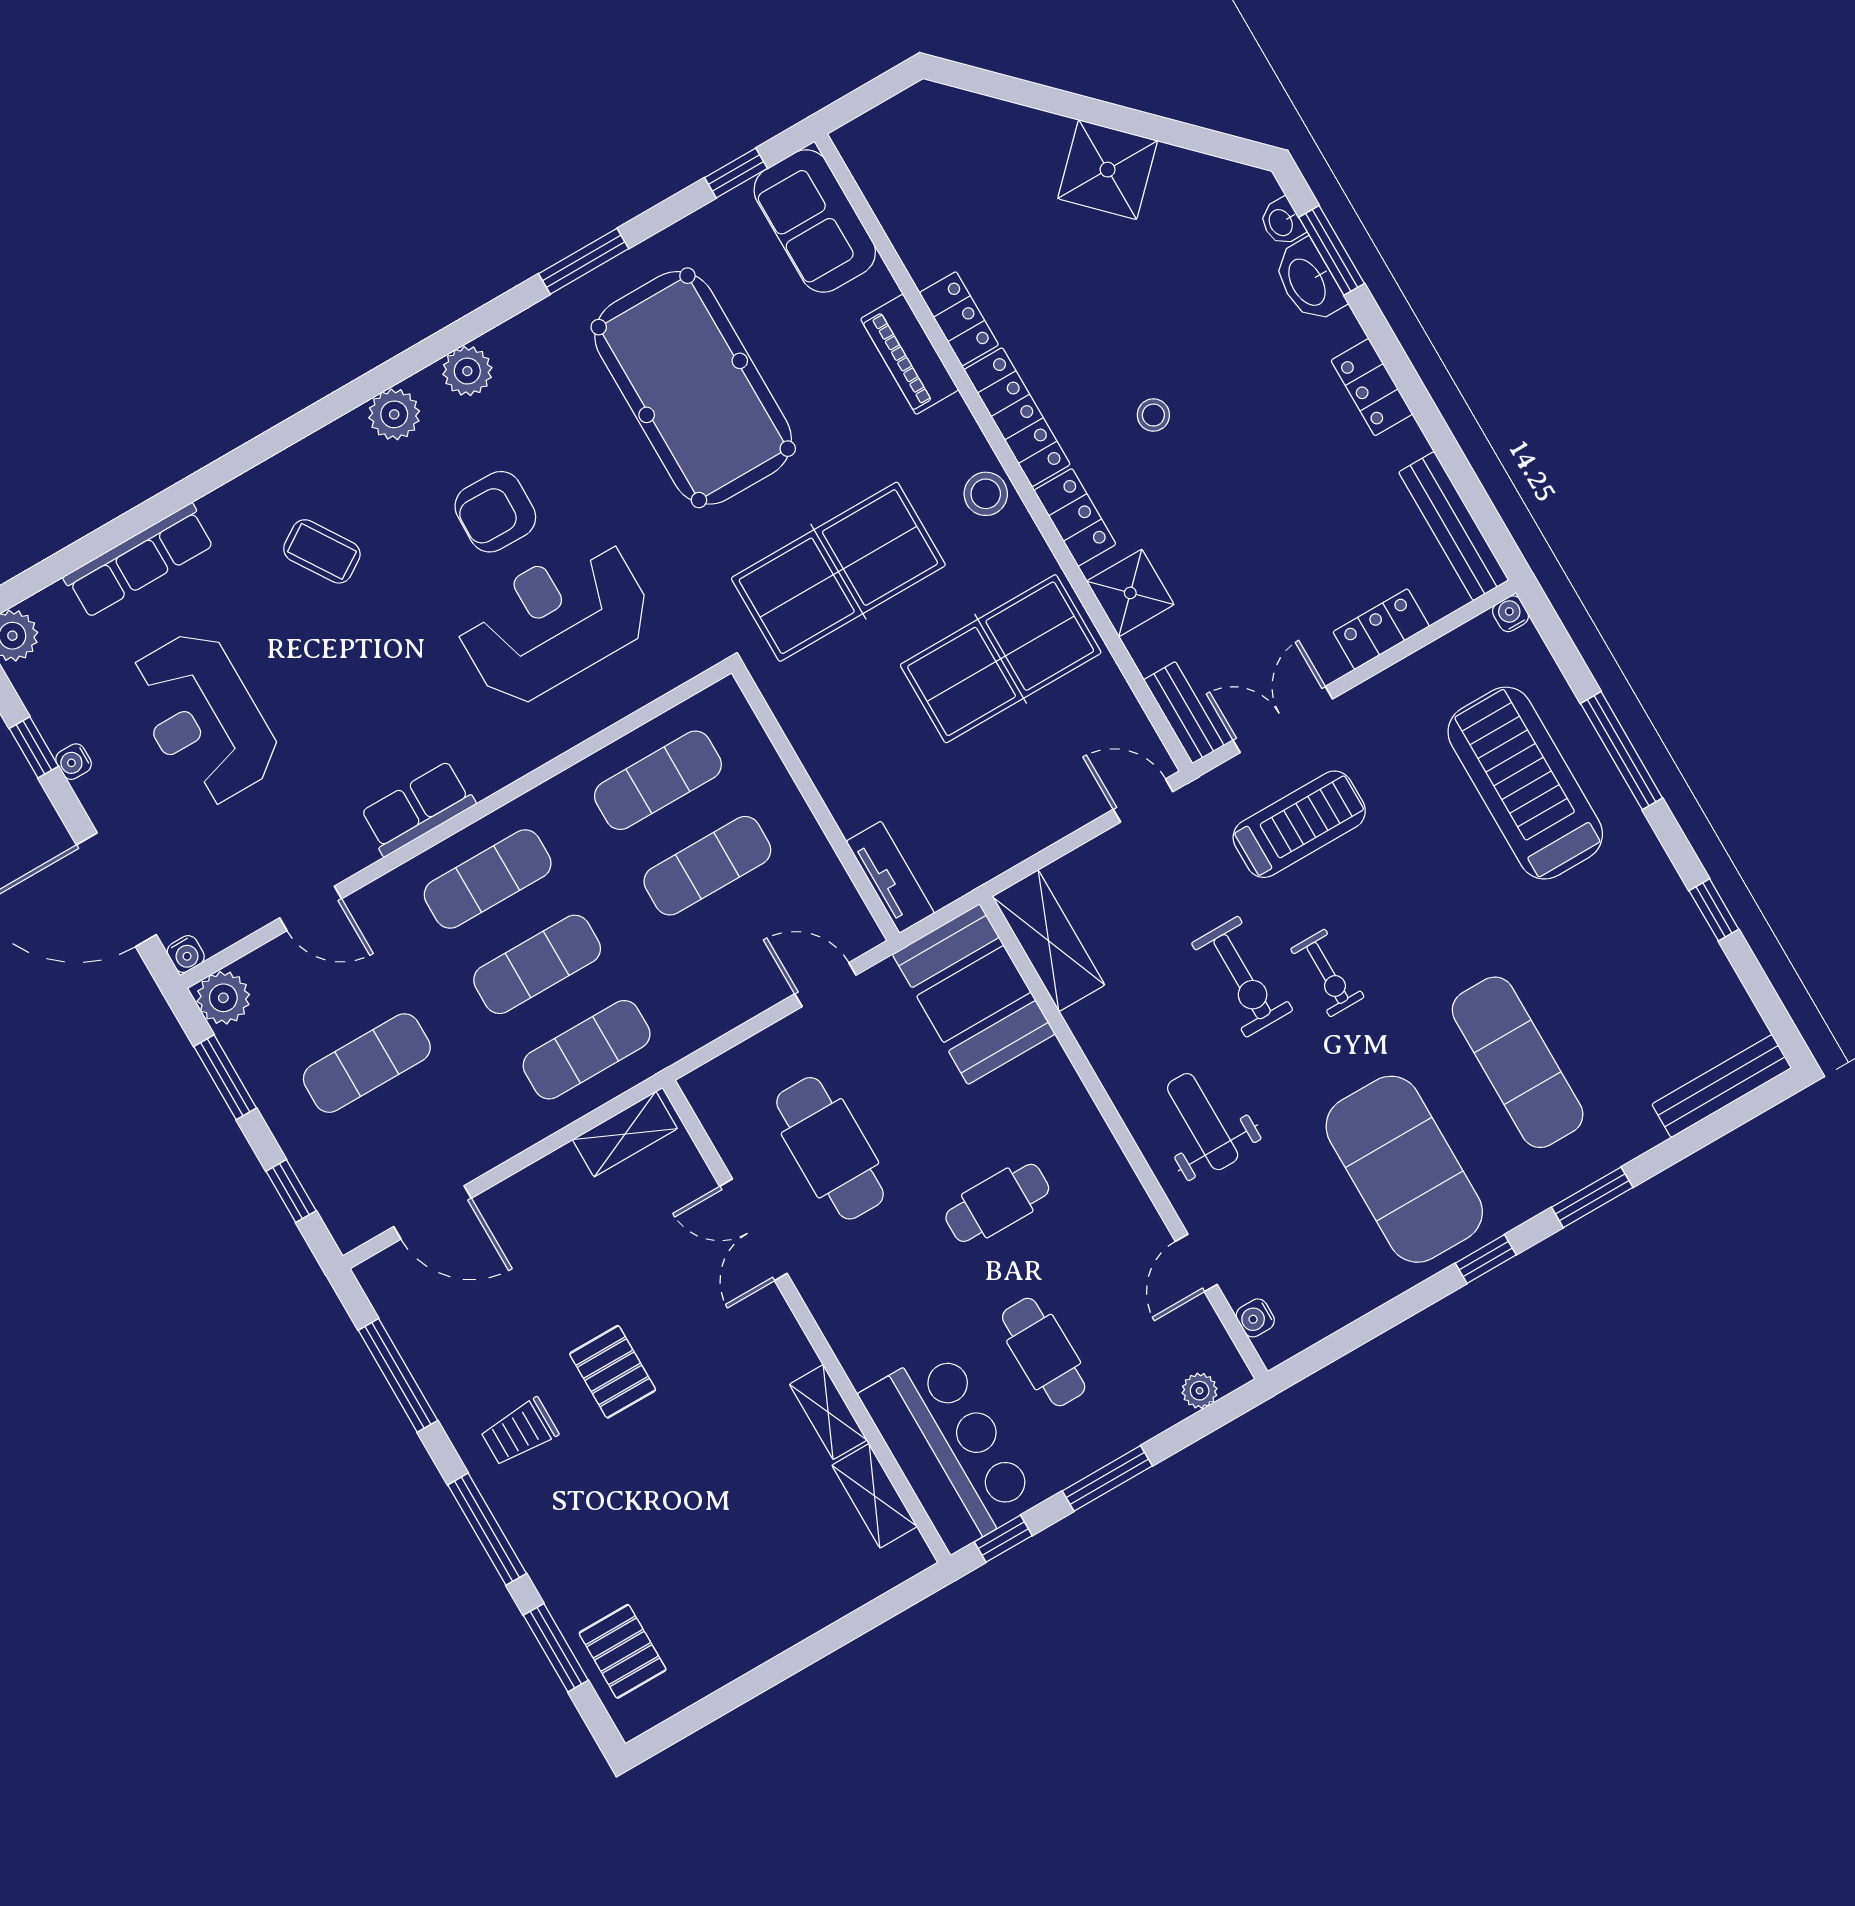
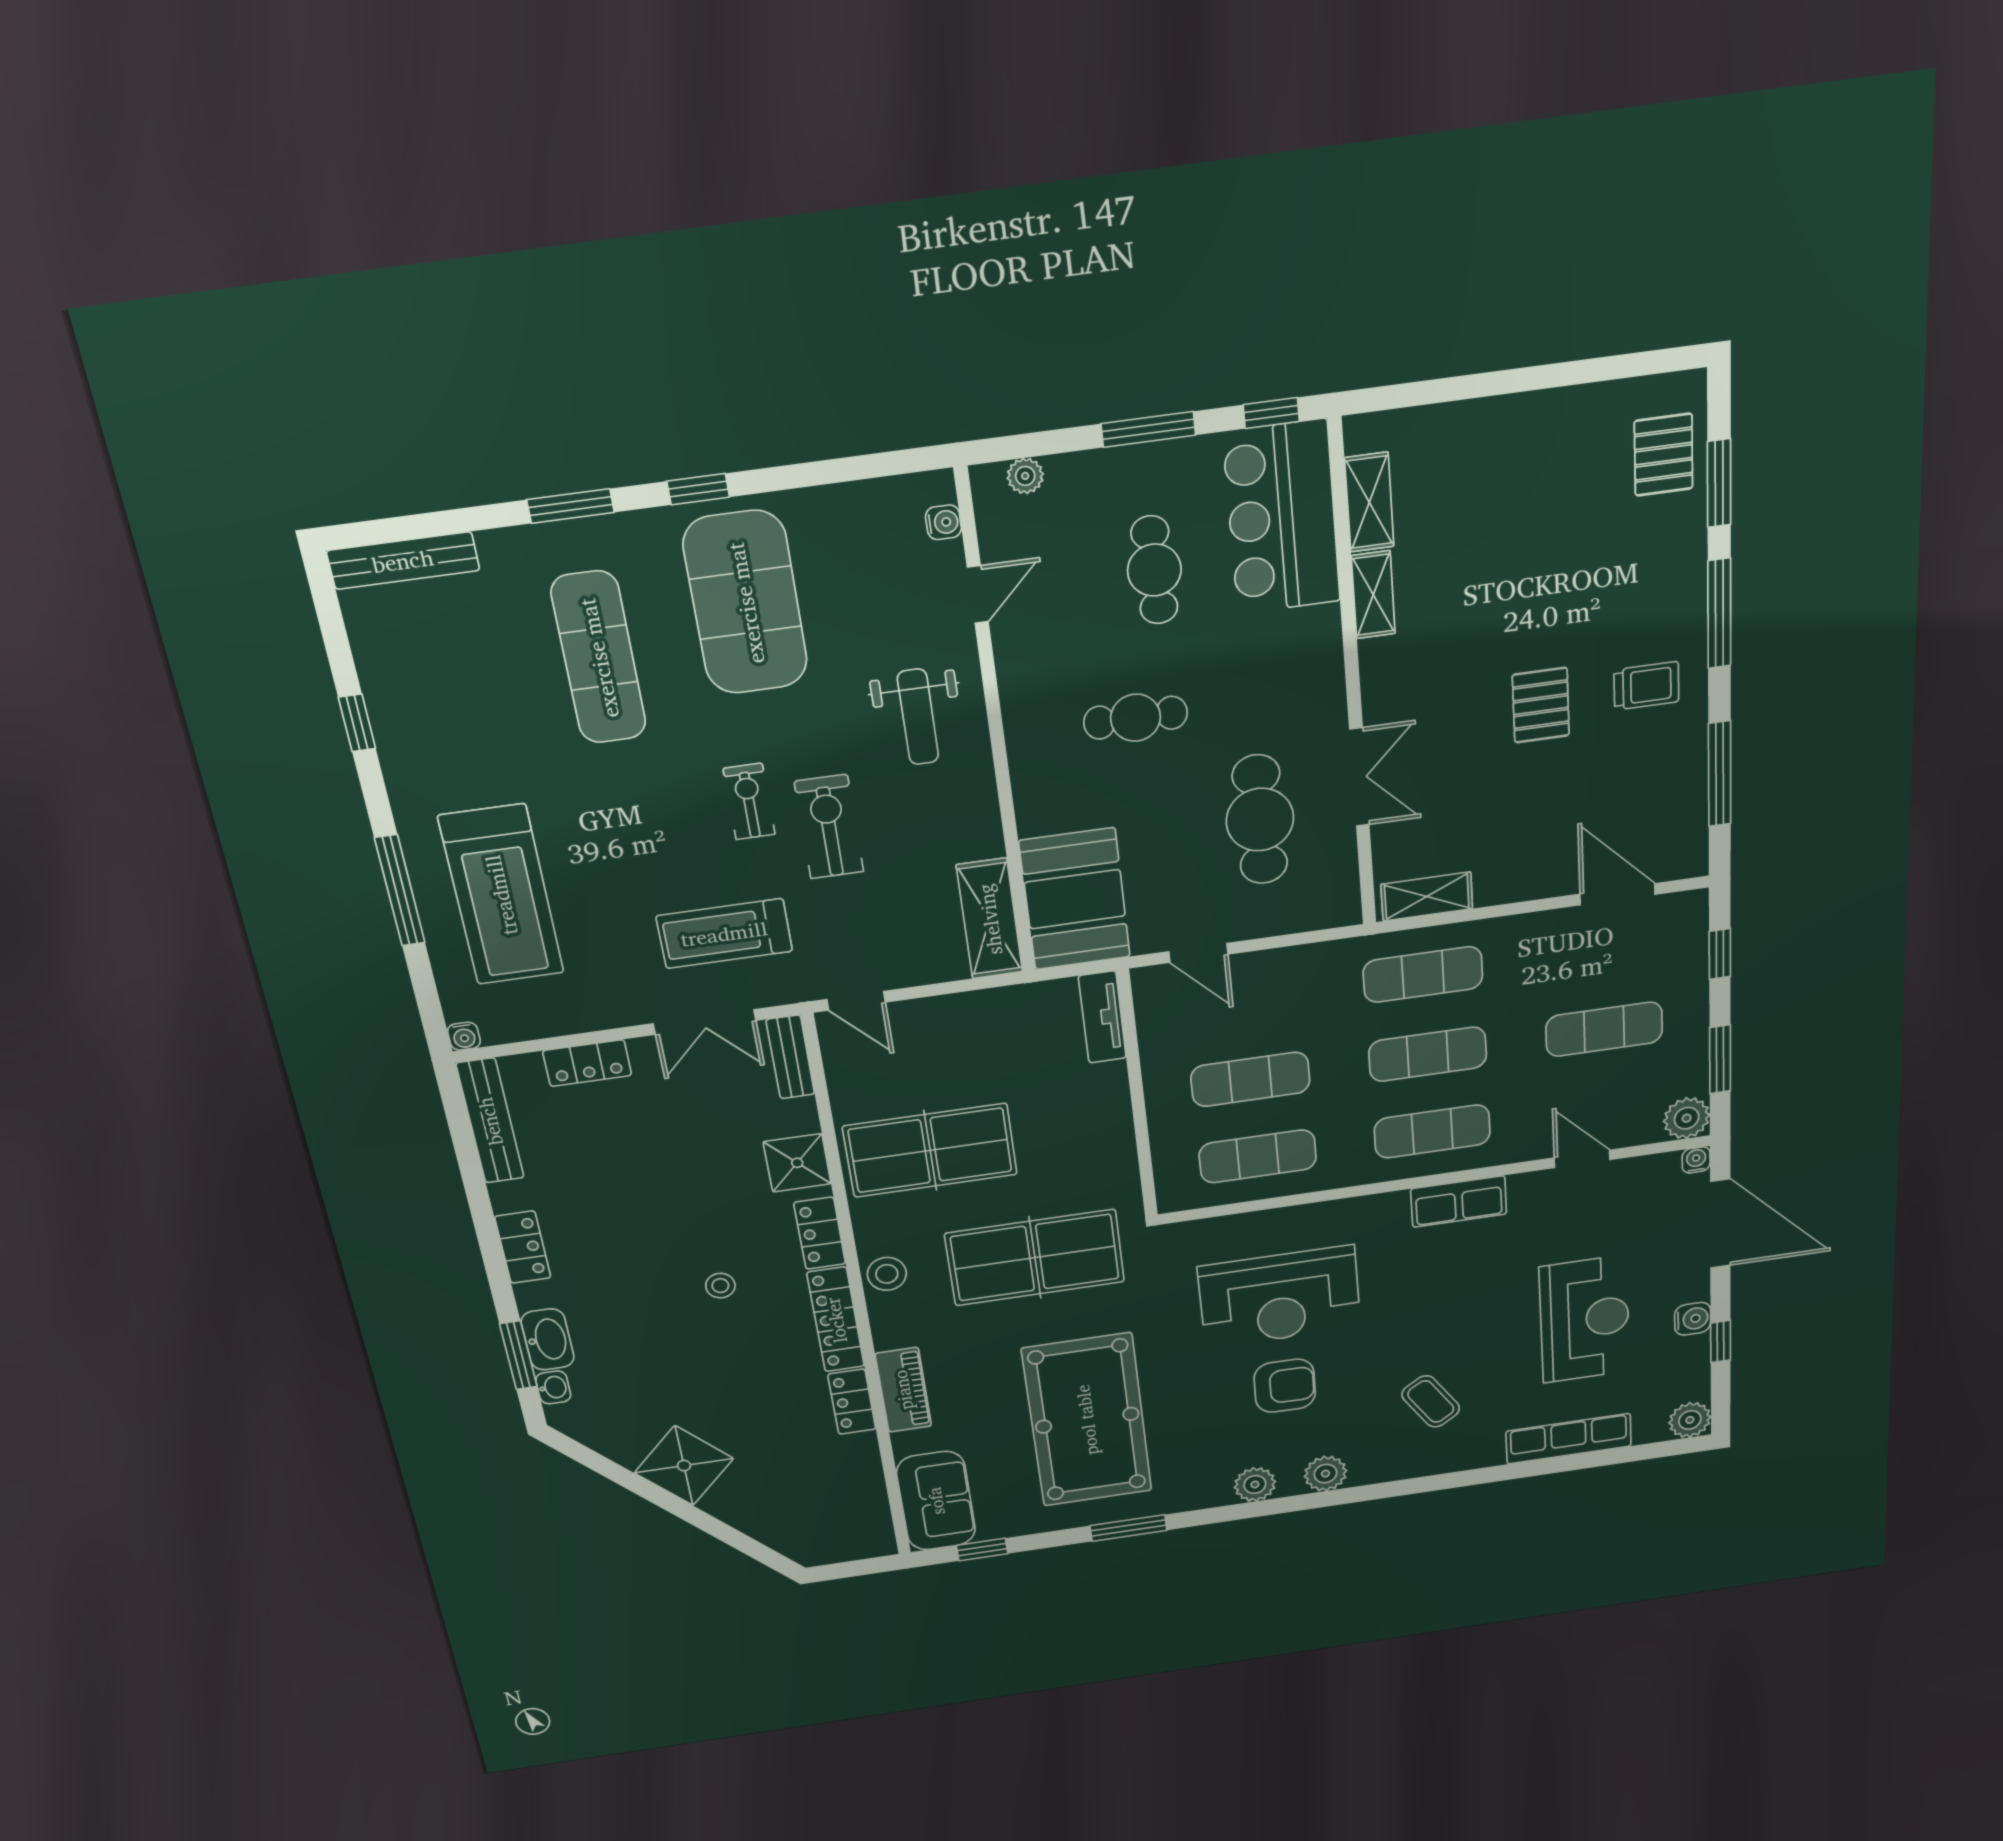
water cooler: (74, 762) -> (1693, 1319), width x1.38, depth x1.38

